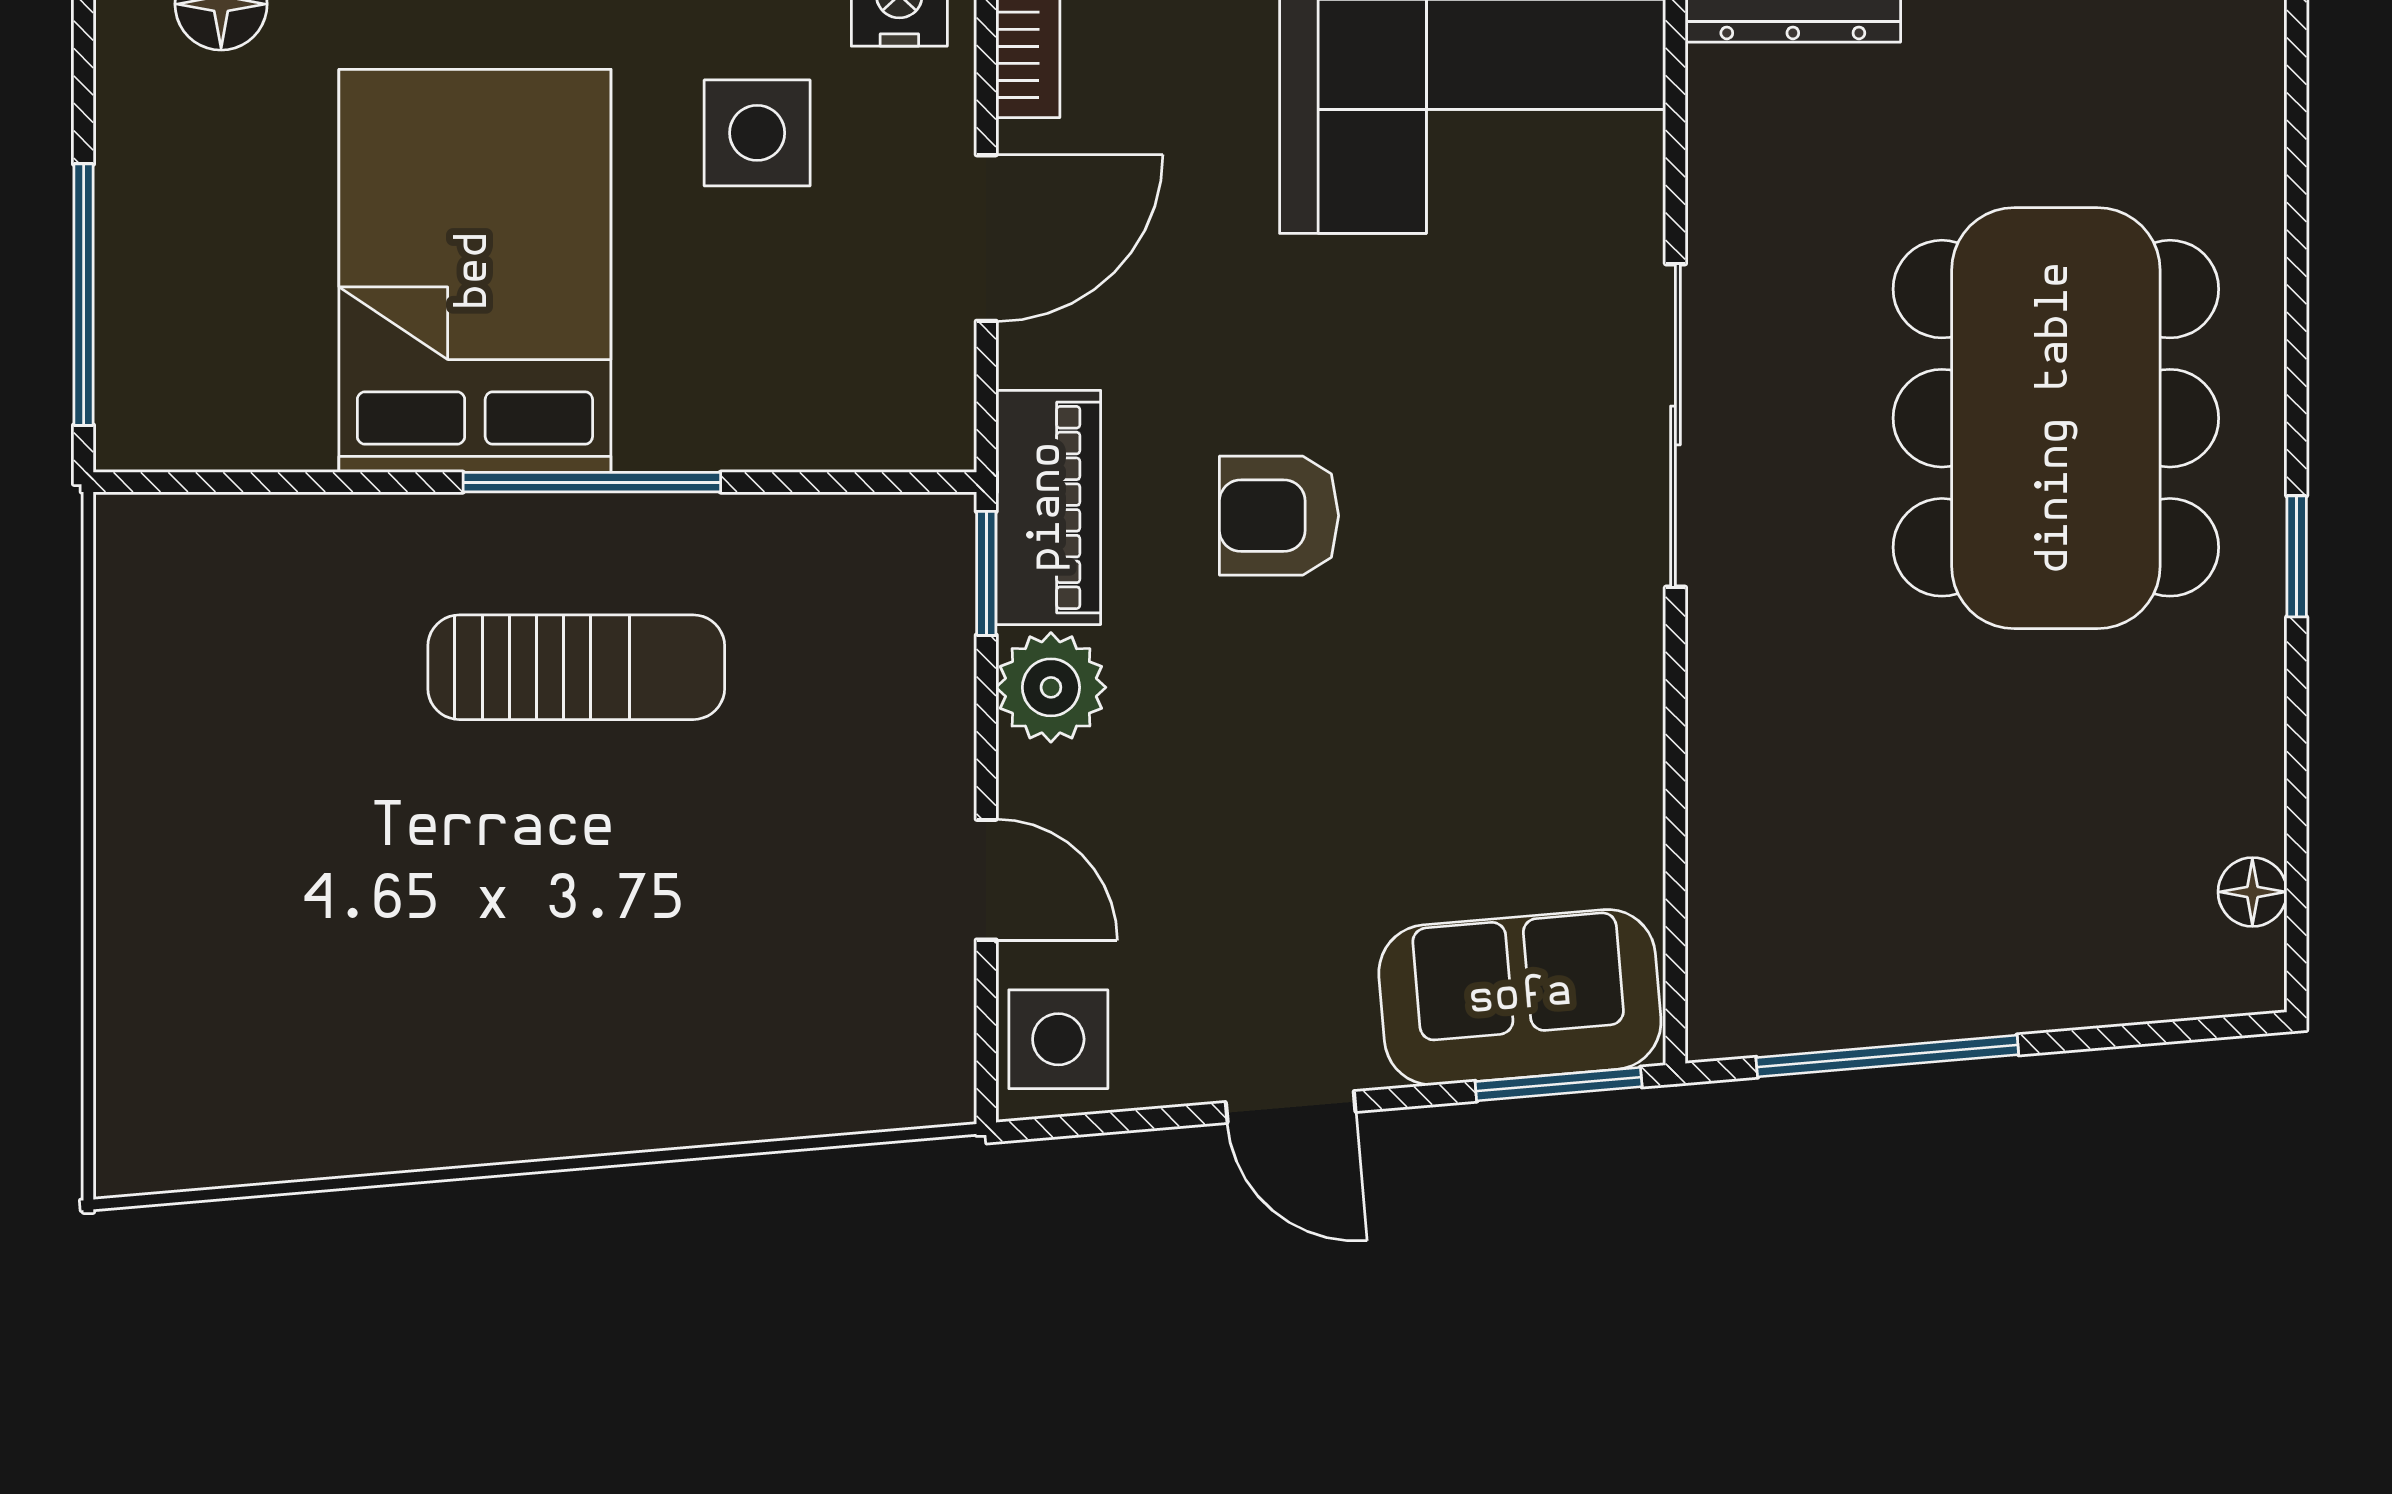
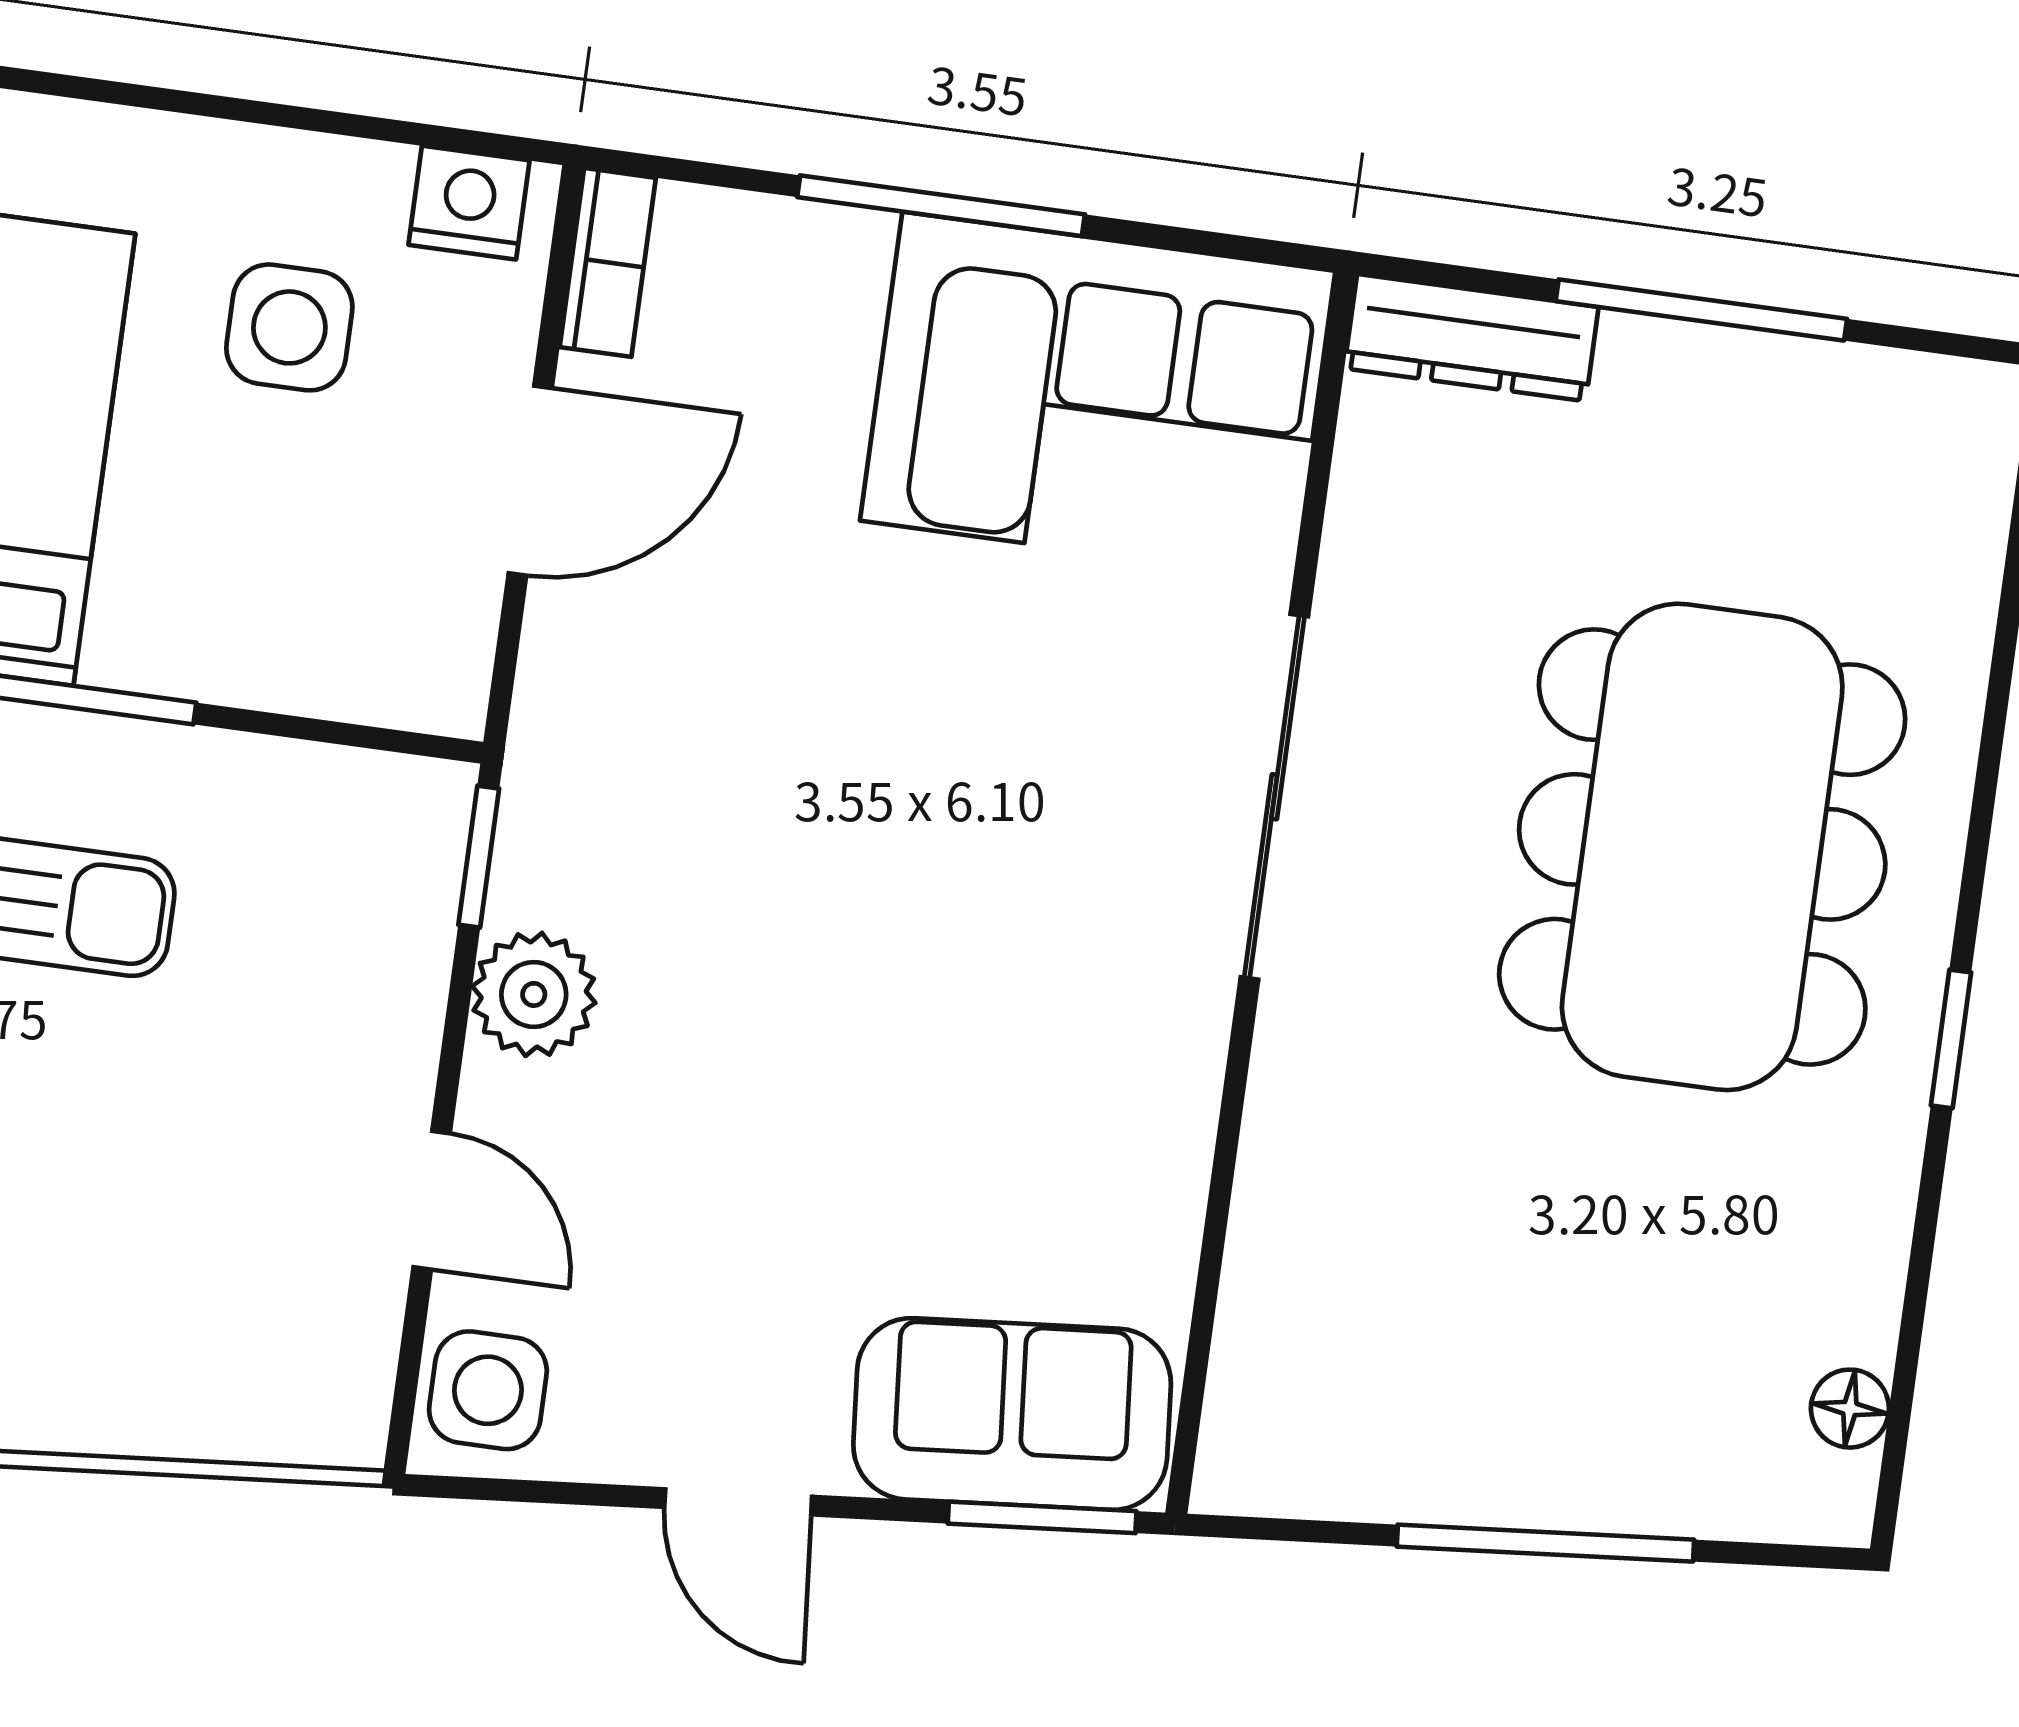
piano: (1048, 507) -> (559, 792), removed
armchair: (1279, 516) -> (816, 837), removed
window: (1887, 1056) -> (1545, 1543), moved

